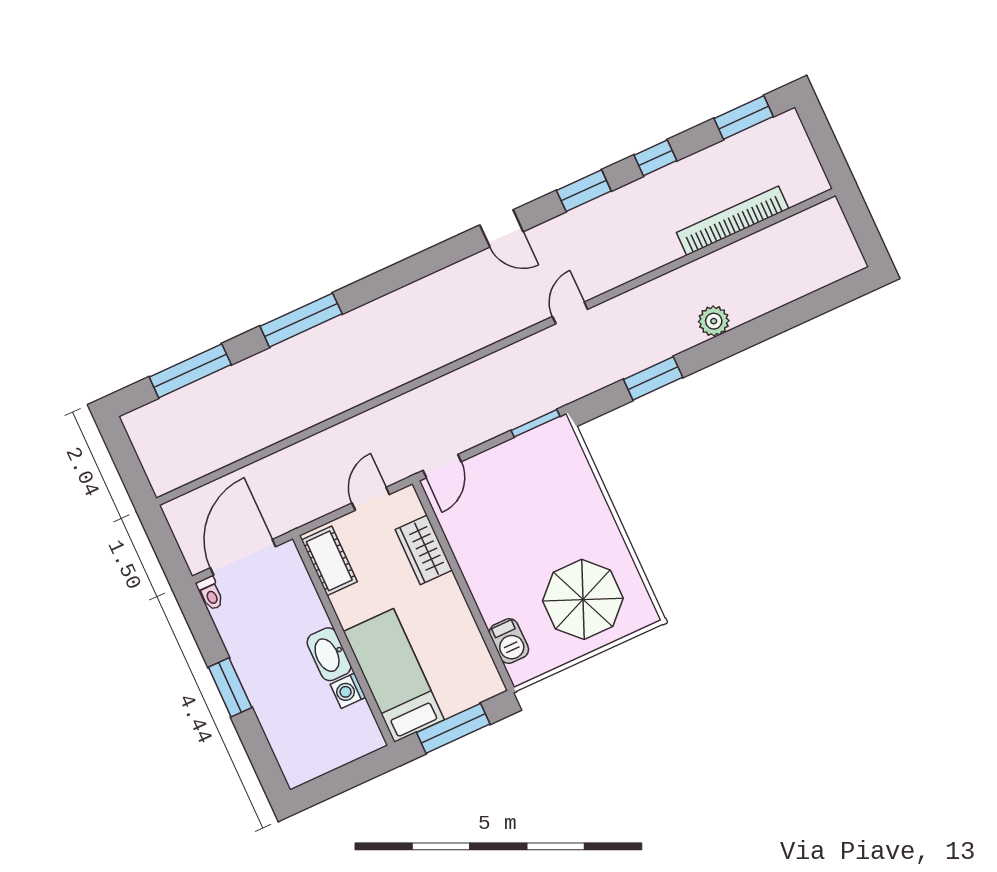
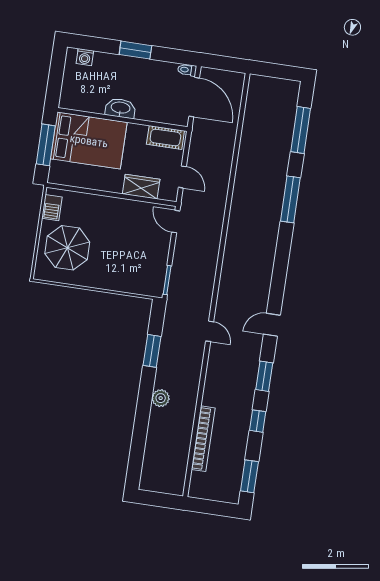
barbecue: (509, 641) -> (52, 208), moved, turned -90
bed: (394, 676) -> (89, 141), width x1.50
washing machine: (348, 691) -> (85, 57), moved, turned 180

